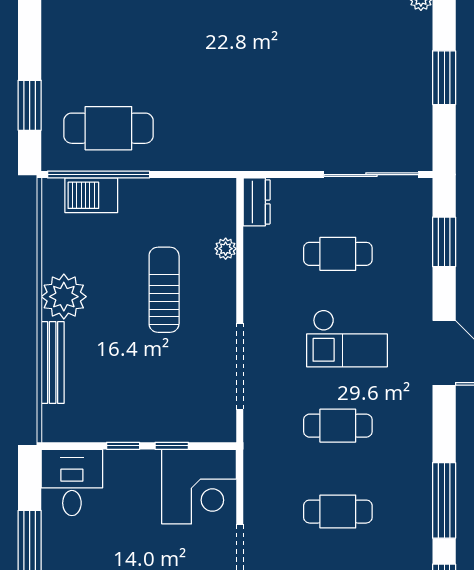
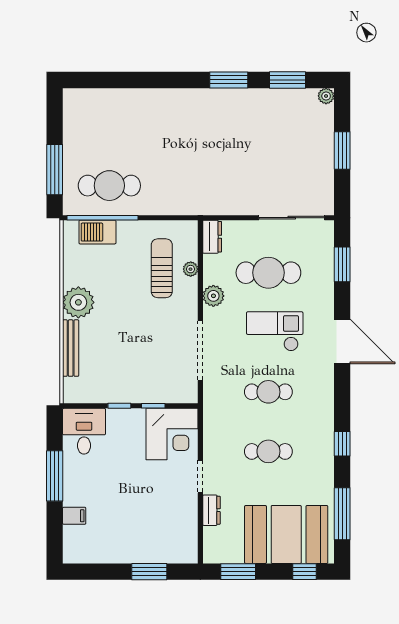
window: (30, 105) -> (55, 170), width x1.44
cafe table: (338, 254) -> (268, 273), width x1.37, depth x1.35
plant: (259, 287) -> (213, 296), added
sun lounger: (164, 290) -> (162, 268), moved
checkout: (347, 338) -> (275, 331), turned 180
window: (444, 500) -> (342, 444), width x0.46

